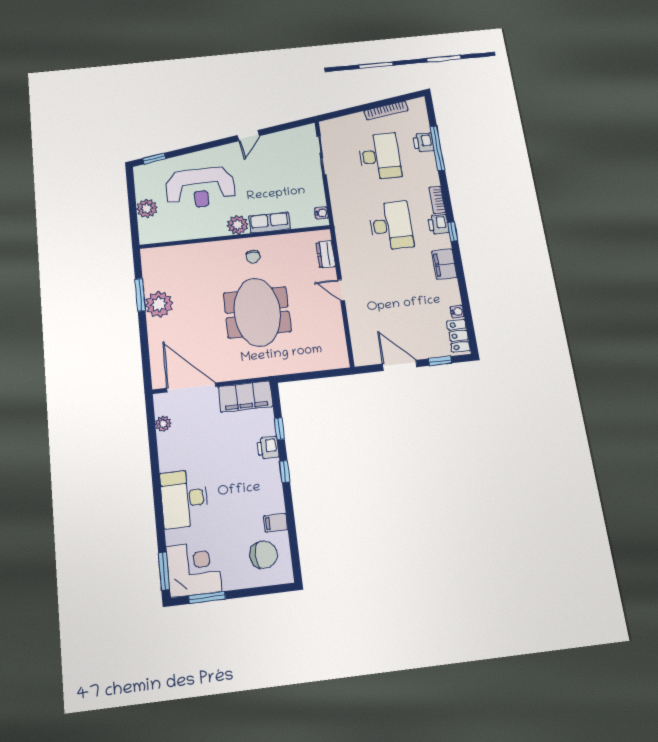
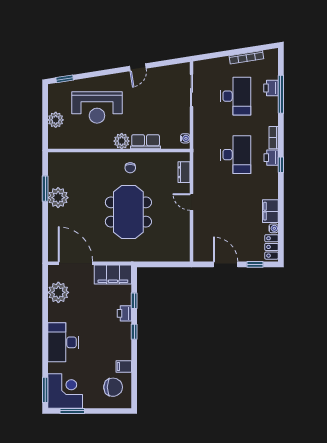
filing cabinet: (444, 264) -> (270, 211), moved
plant: (163, 424) -> (58, 292), width x1.87, depth x1.87

